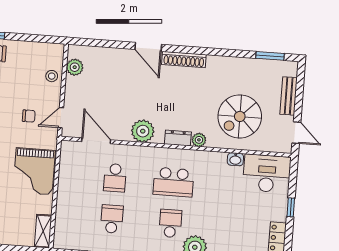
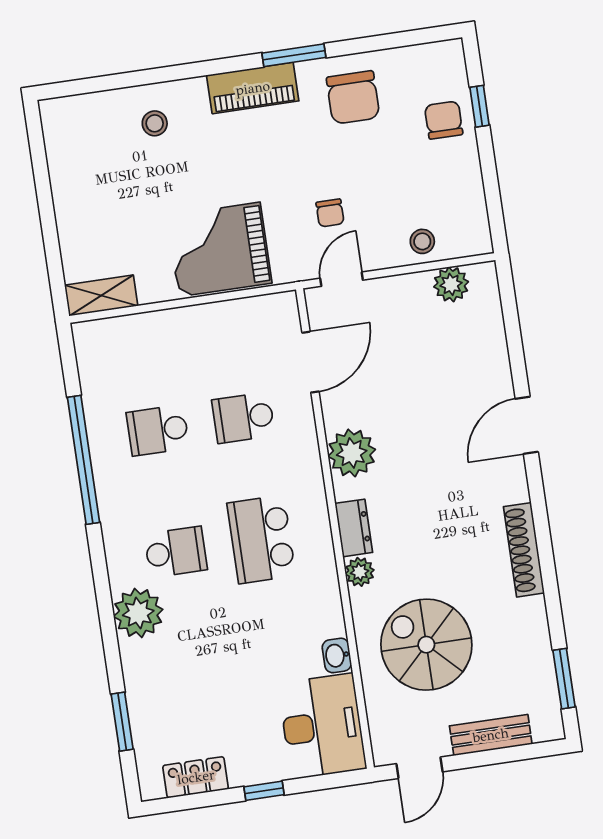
shoe rack: (184, 59) -> (524, 550), moved
door: (61, 118) -> (341, 279), hinge flipped
school desk: (112, 219) -> (158, 430), turned 180

